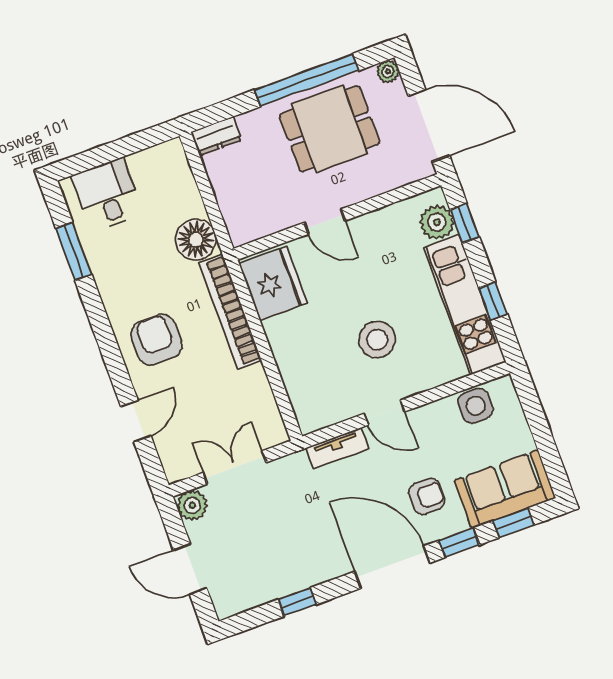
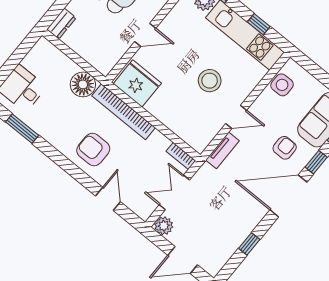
bookcase: (274, 422) -> (181, 156), added

